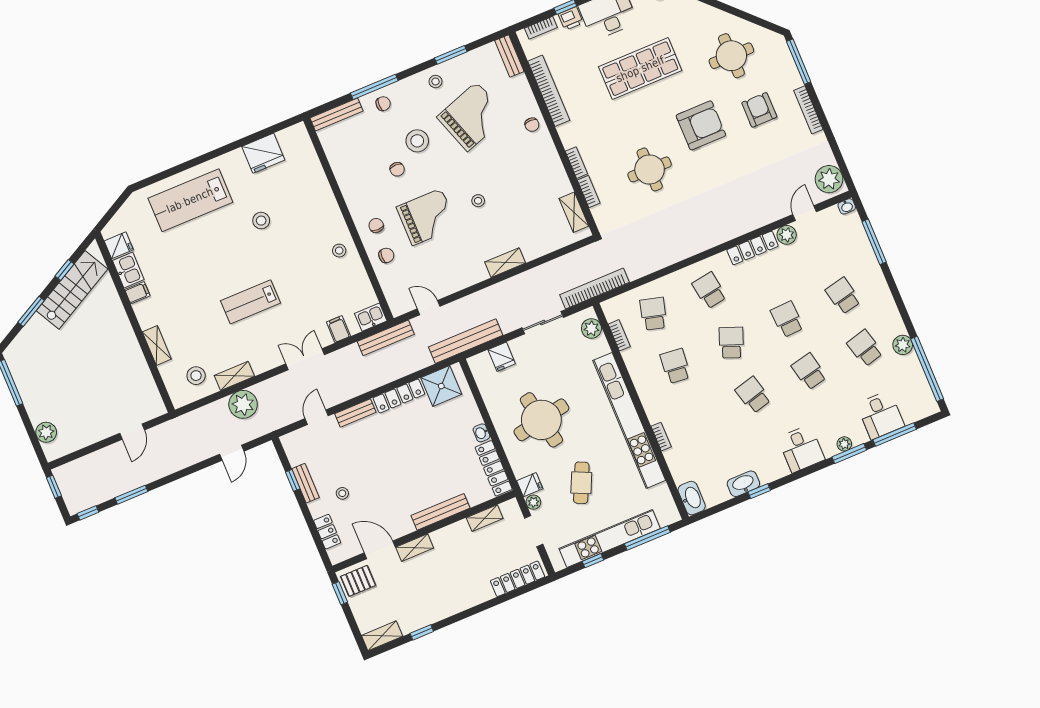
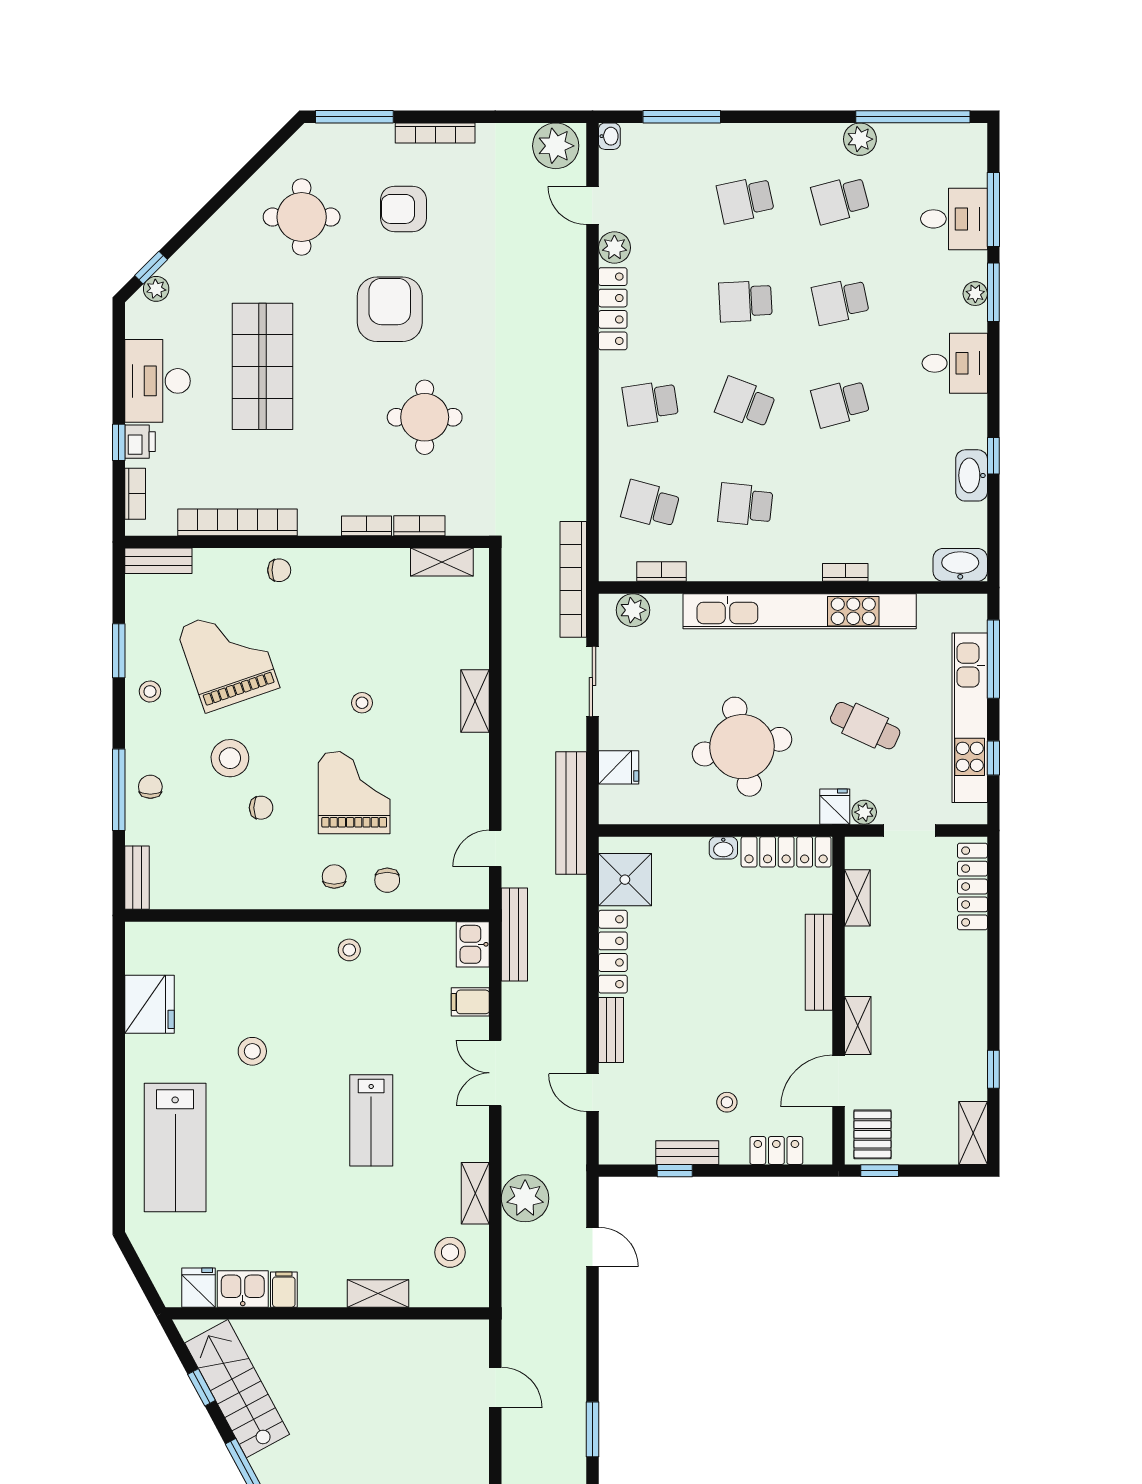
bench: (336, 114) -> (137, 878), width x0.73
chair: (376, 225) -> (334, 876), turned 90
chair: (386, 255) -> (387, 880), turned 180

